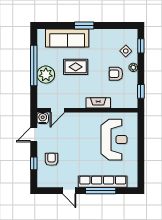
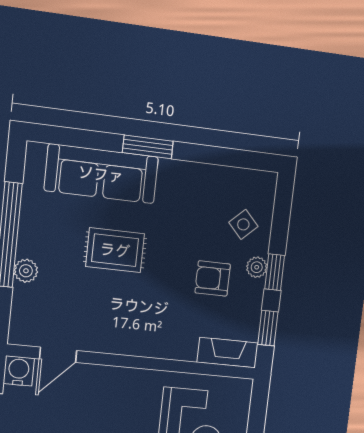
window: (141, 46) -> (275, 272), moved
plant: (46, 75) -> (26, 271), width x0.53, depth x0.53
fireplace: (98, 103) -> (228, 353), moved

